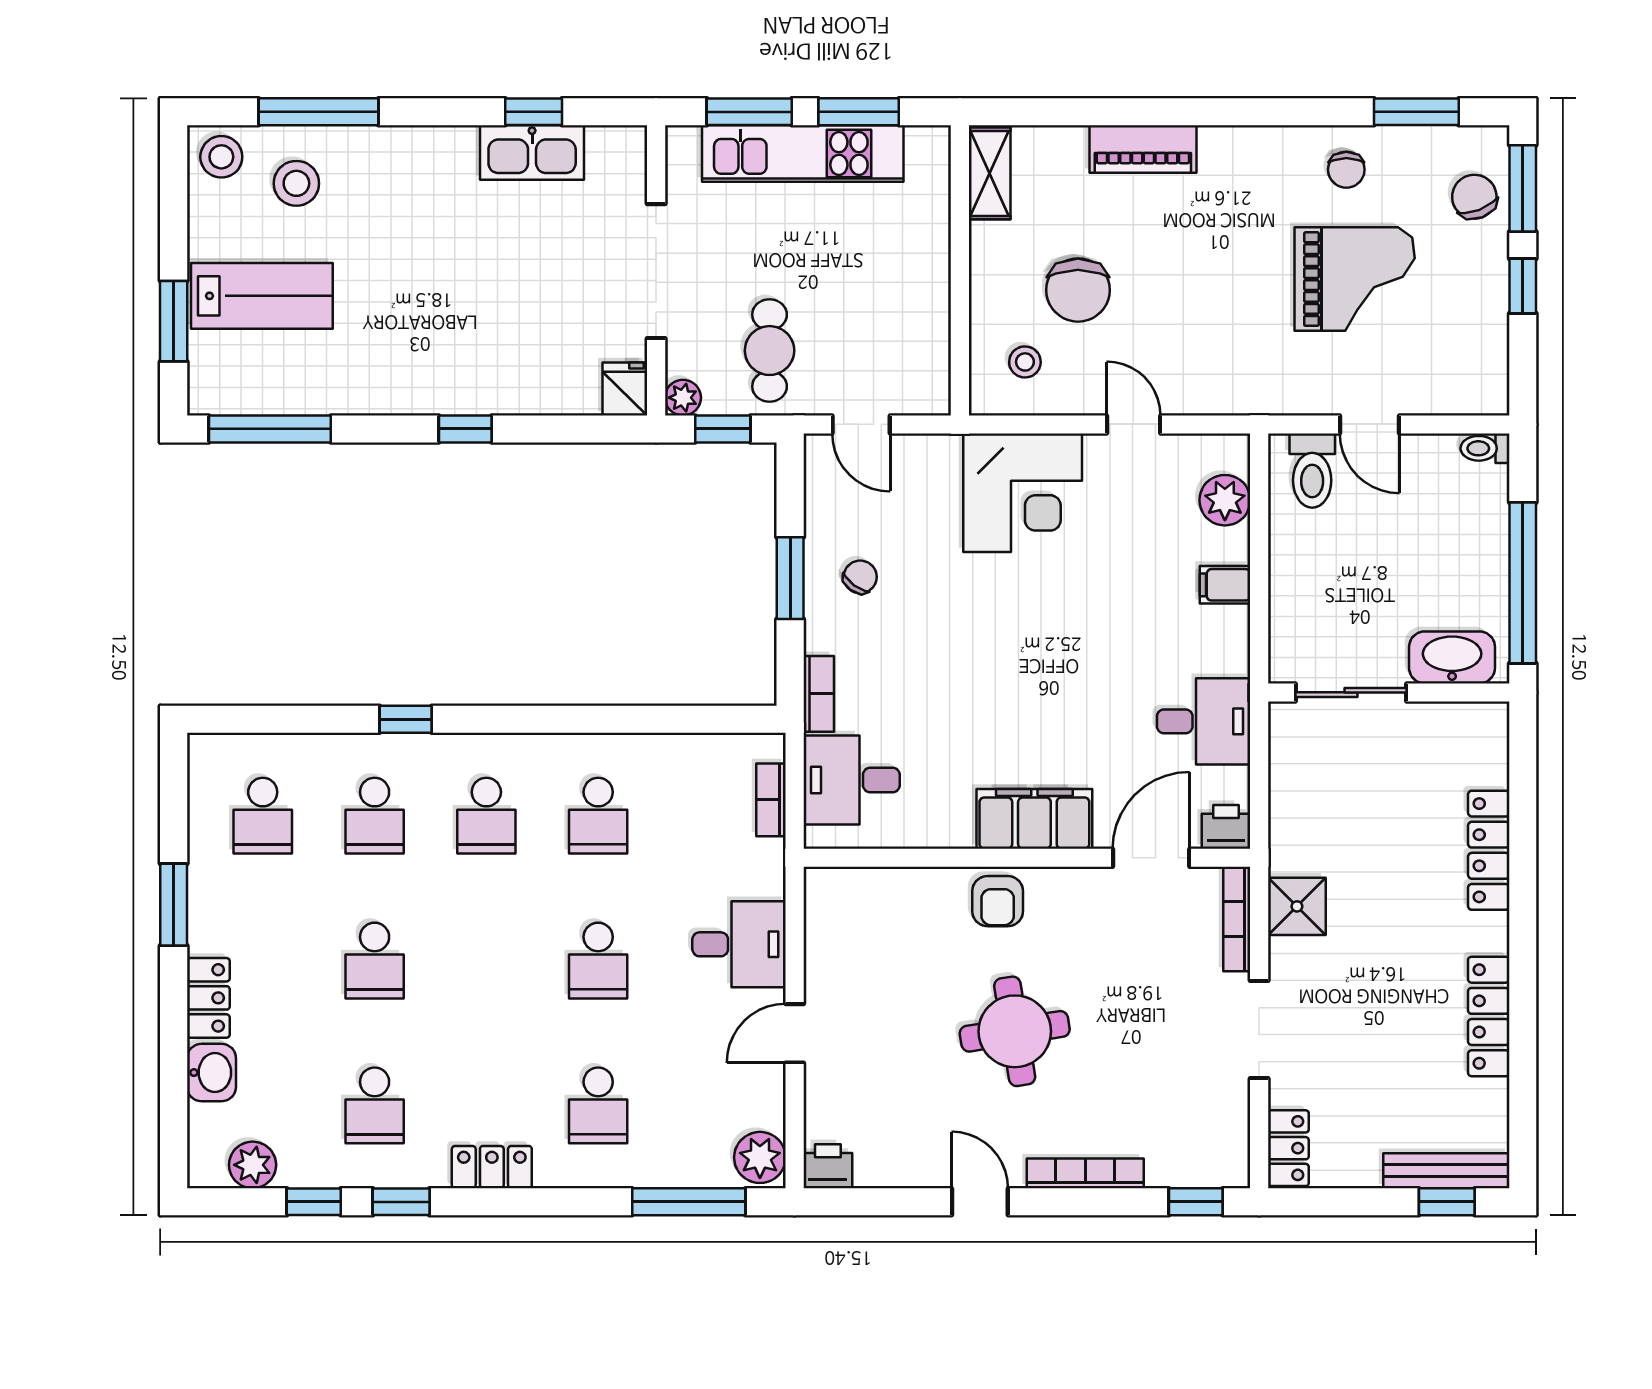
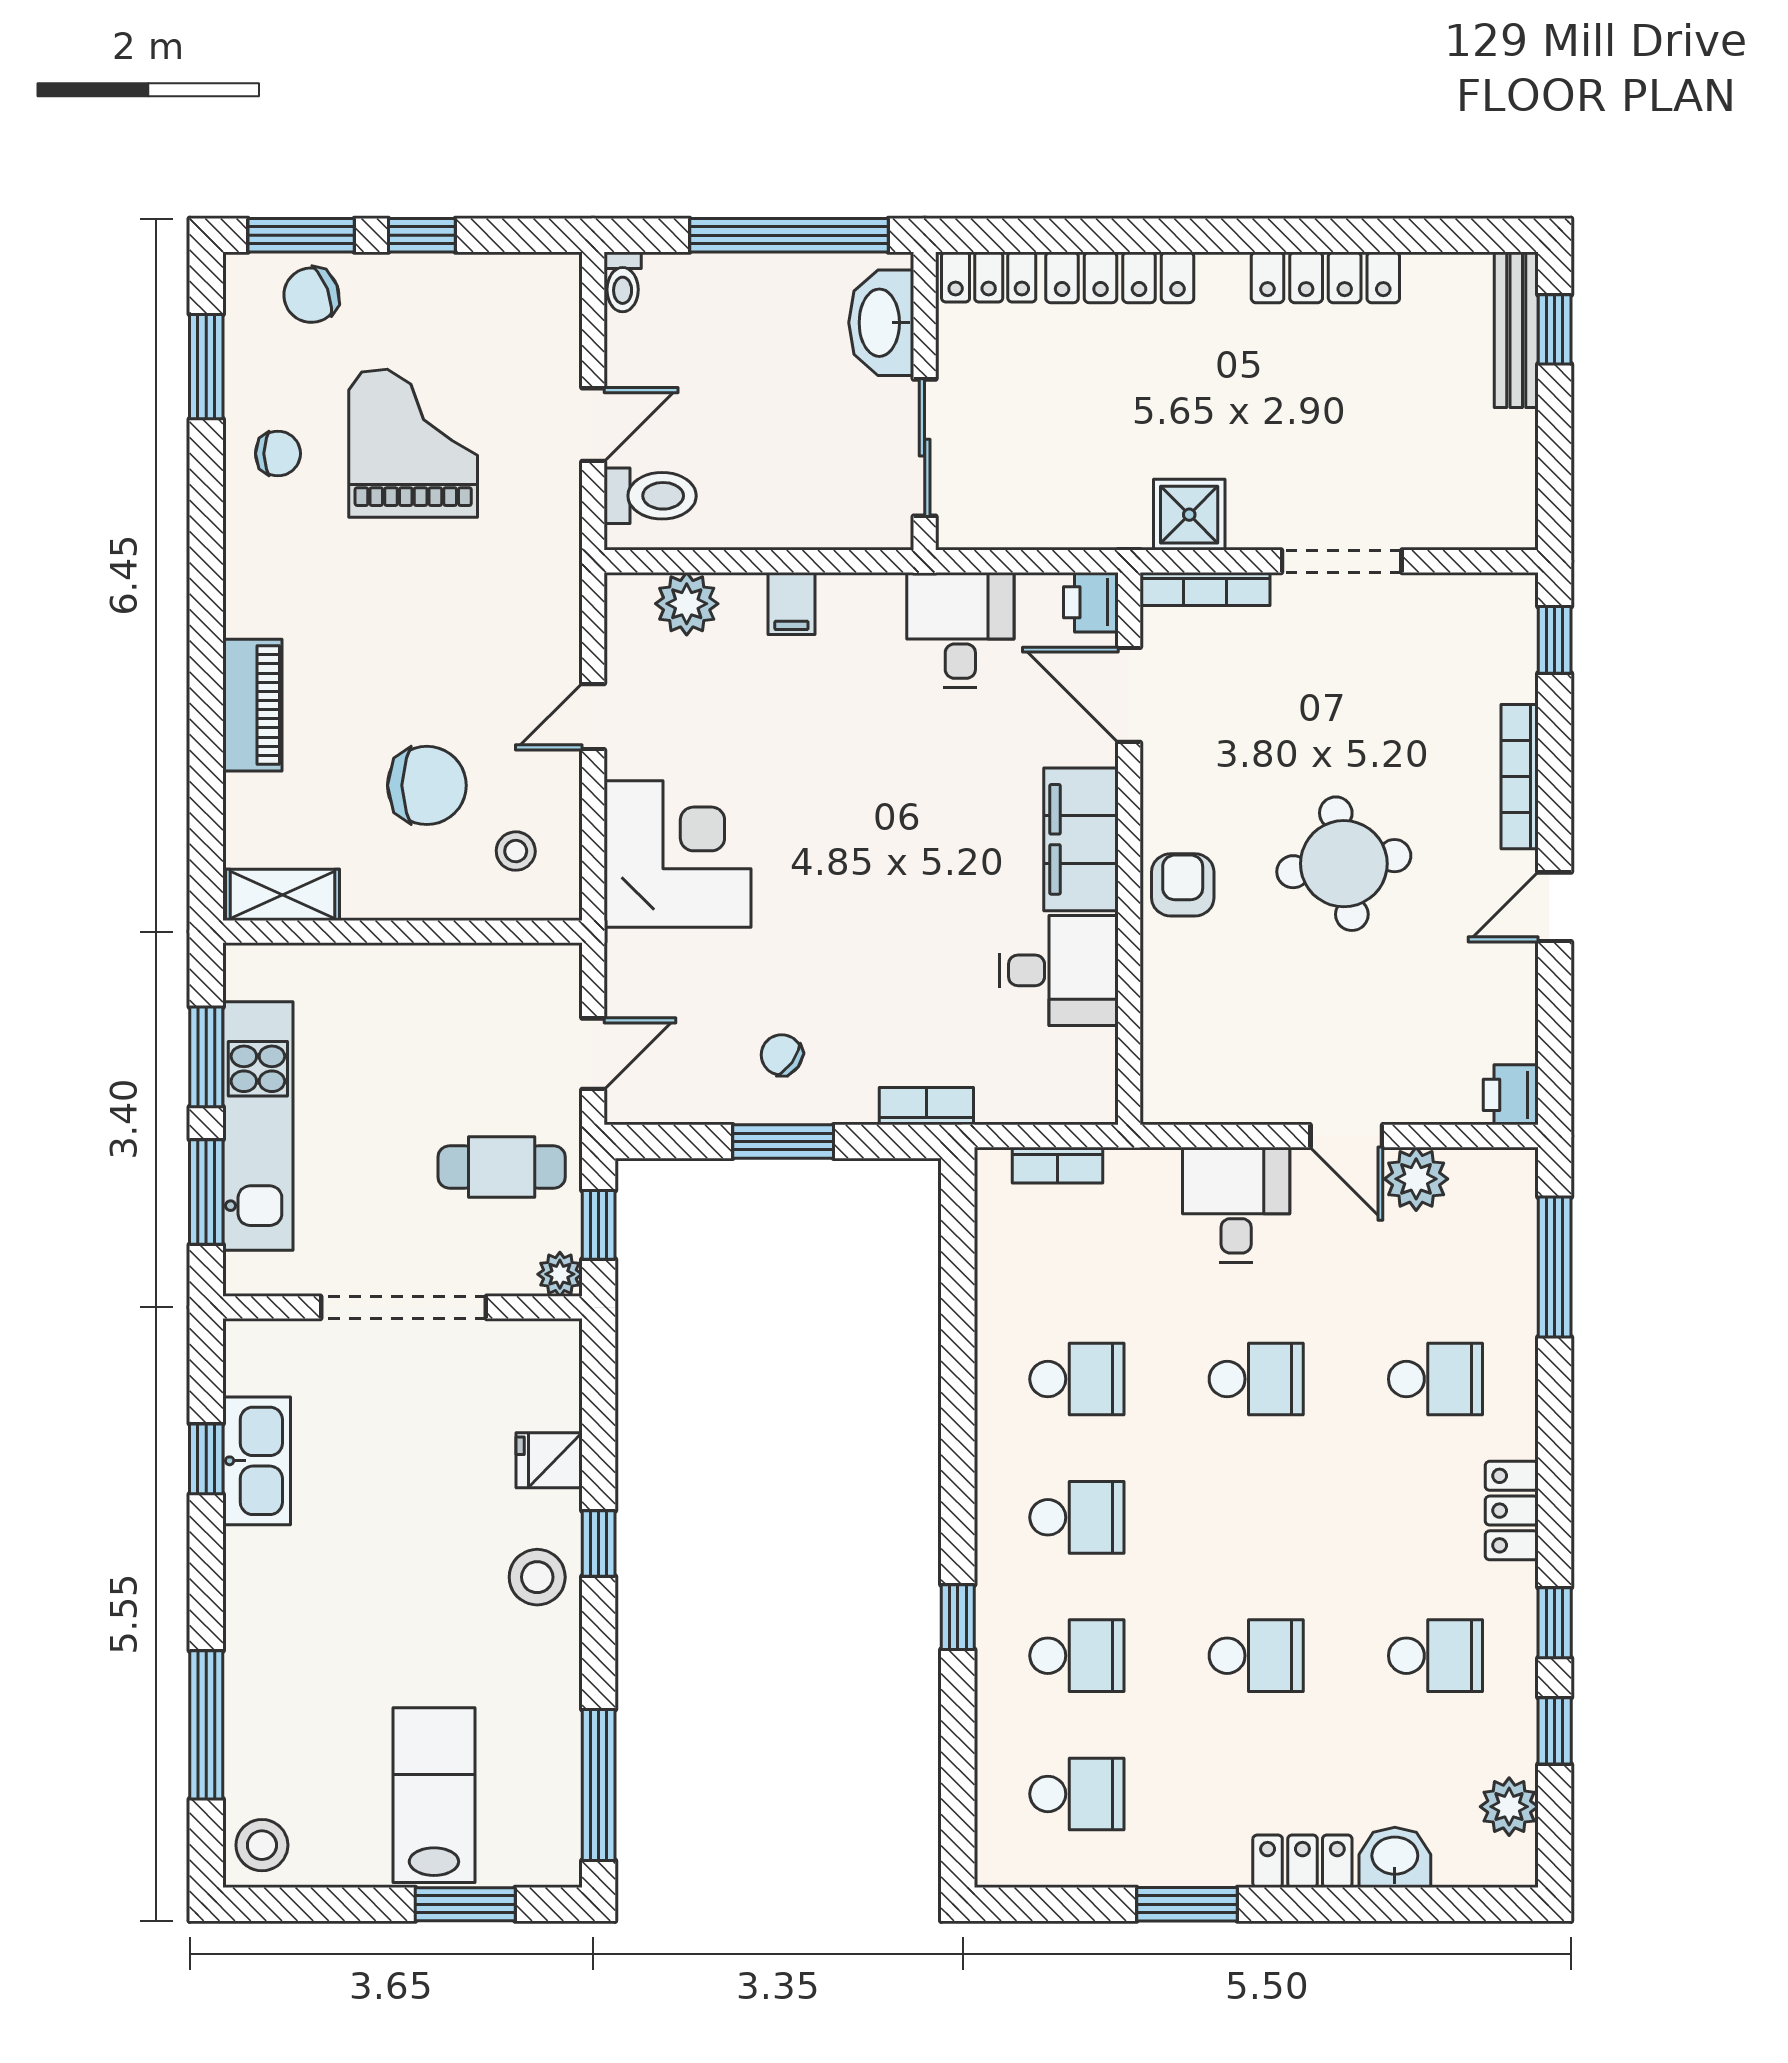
stool: (296, 183) -> (537, 1577), moved
fridge: (625, 389) -> (549, 1460), moved
desk: (852, 780) -> (1059, 970), moved, turned -90
armchair: (998, 901) -> (1183, 885), turned -90
locker: (1288, 1148) -> (989, 277), moved, turned 180
plant: (760, 1157) -> (1416, 1179), moved

